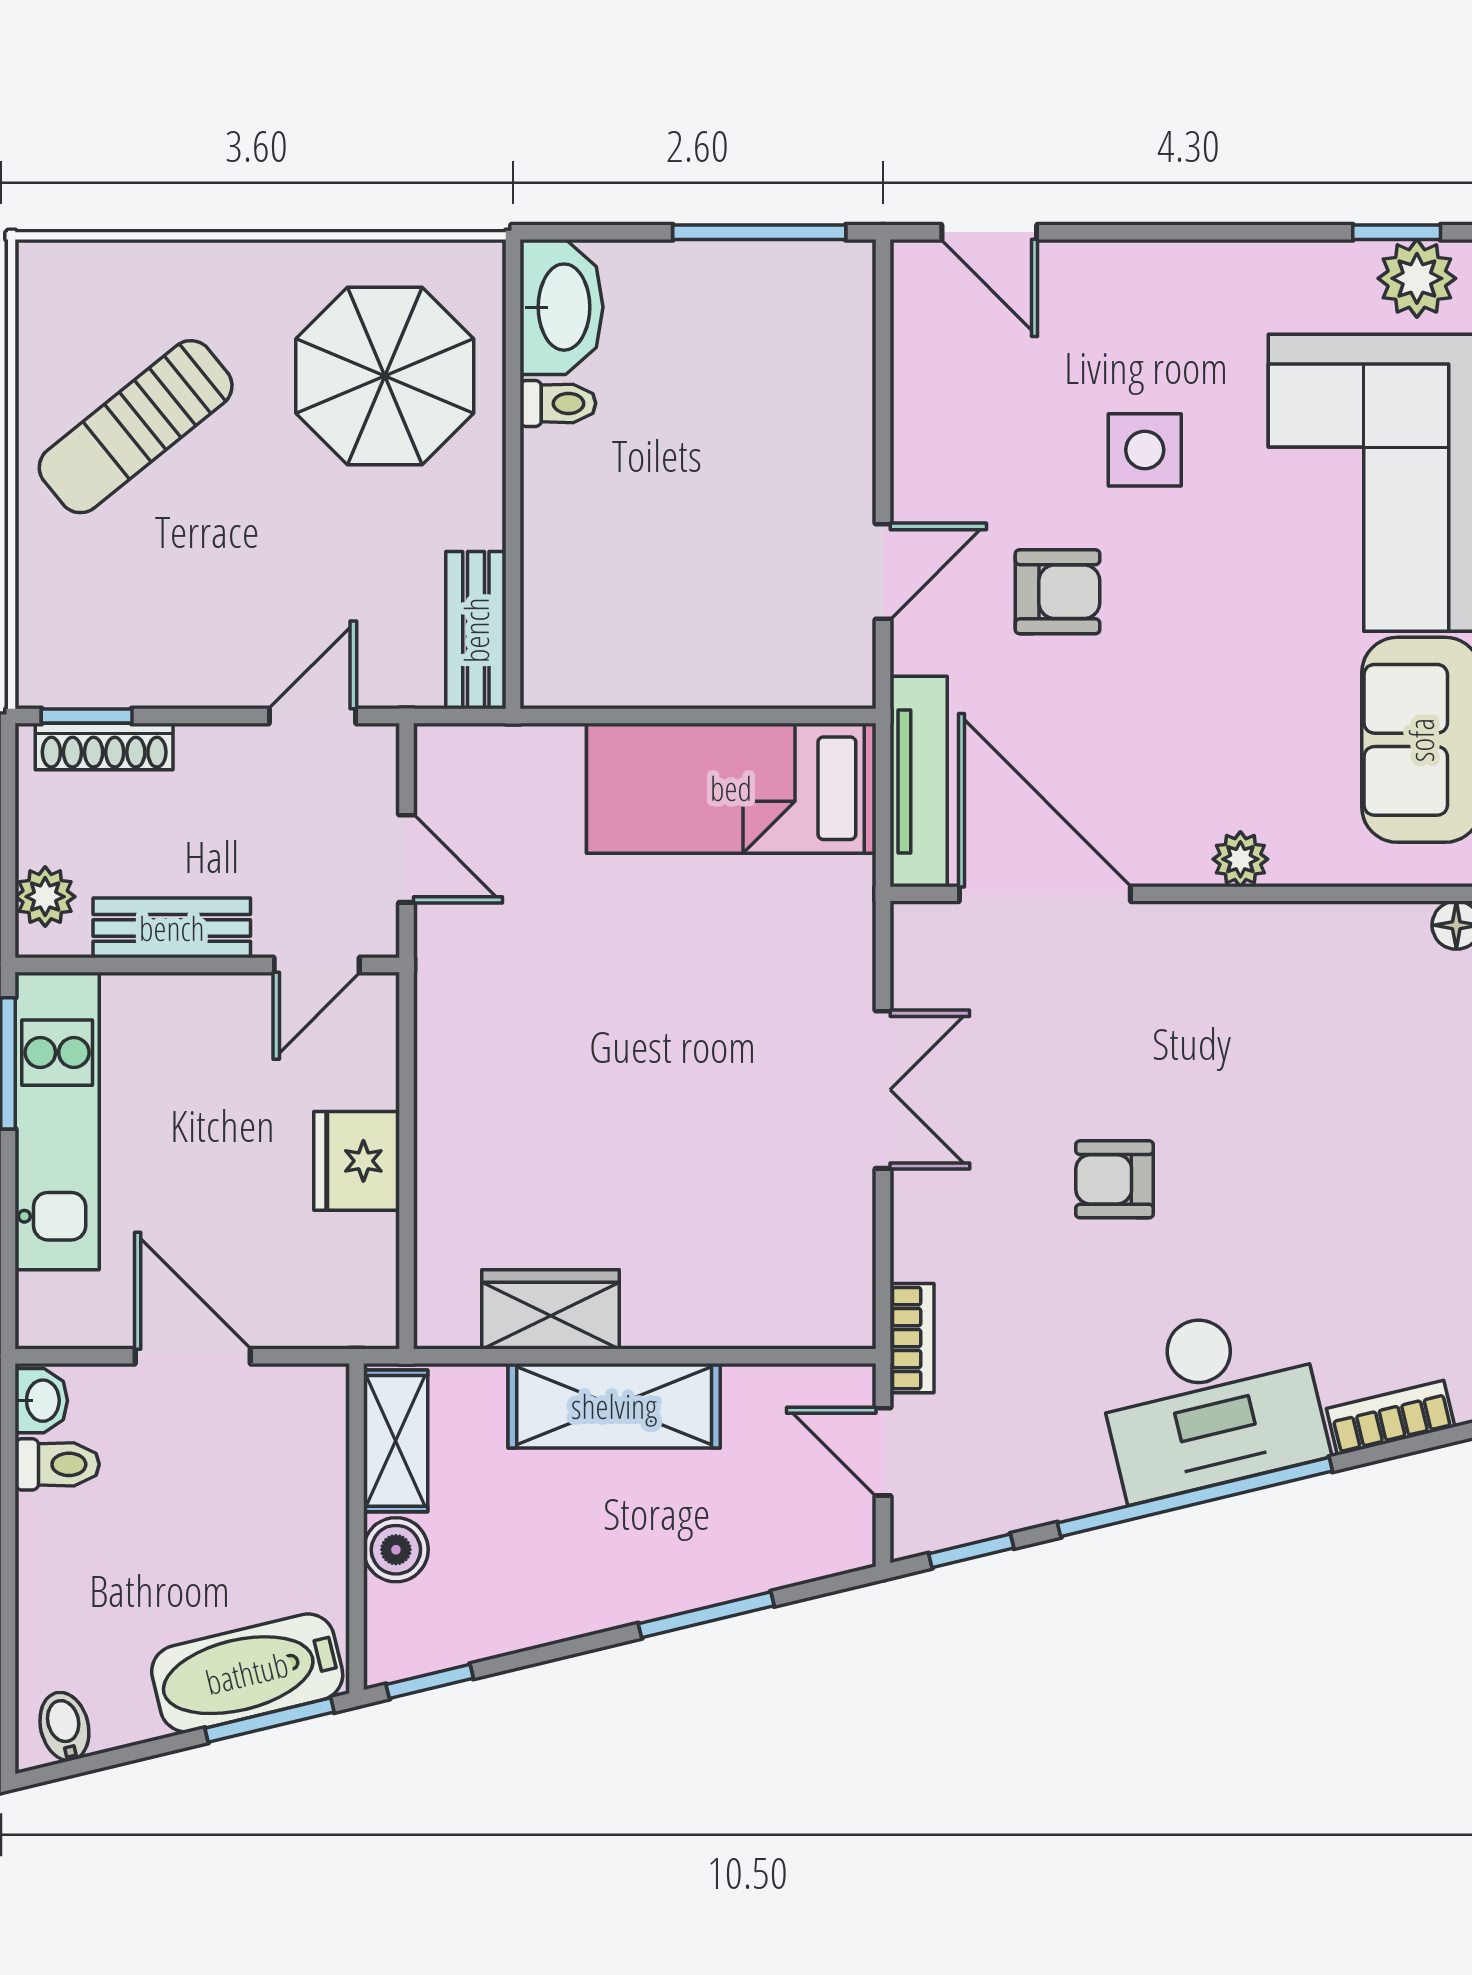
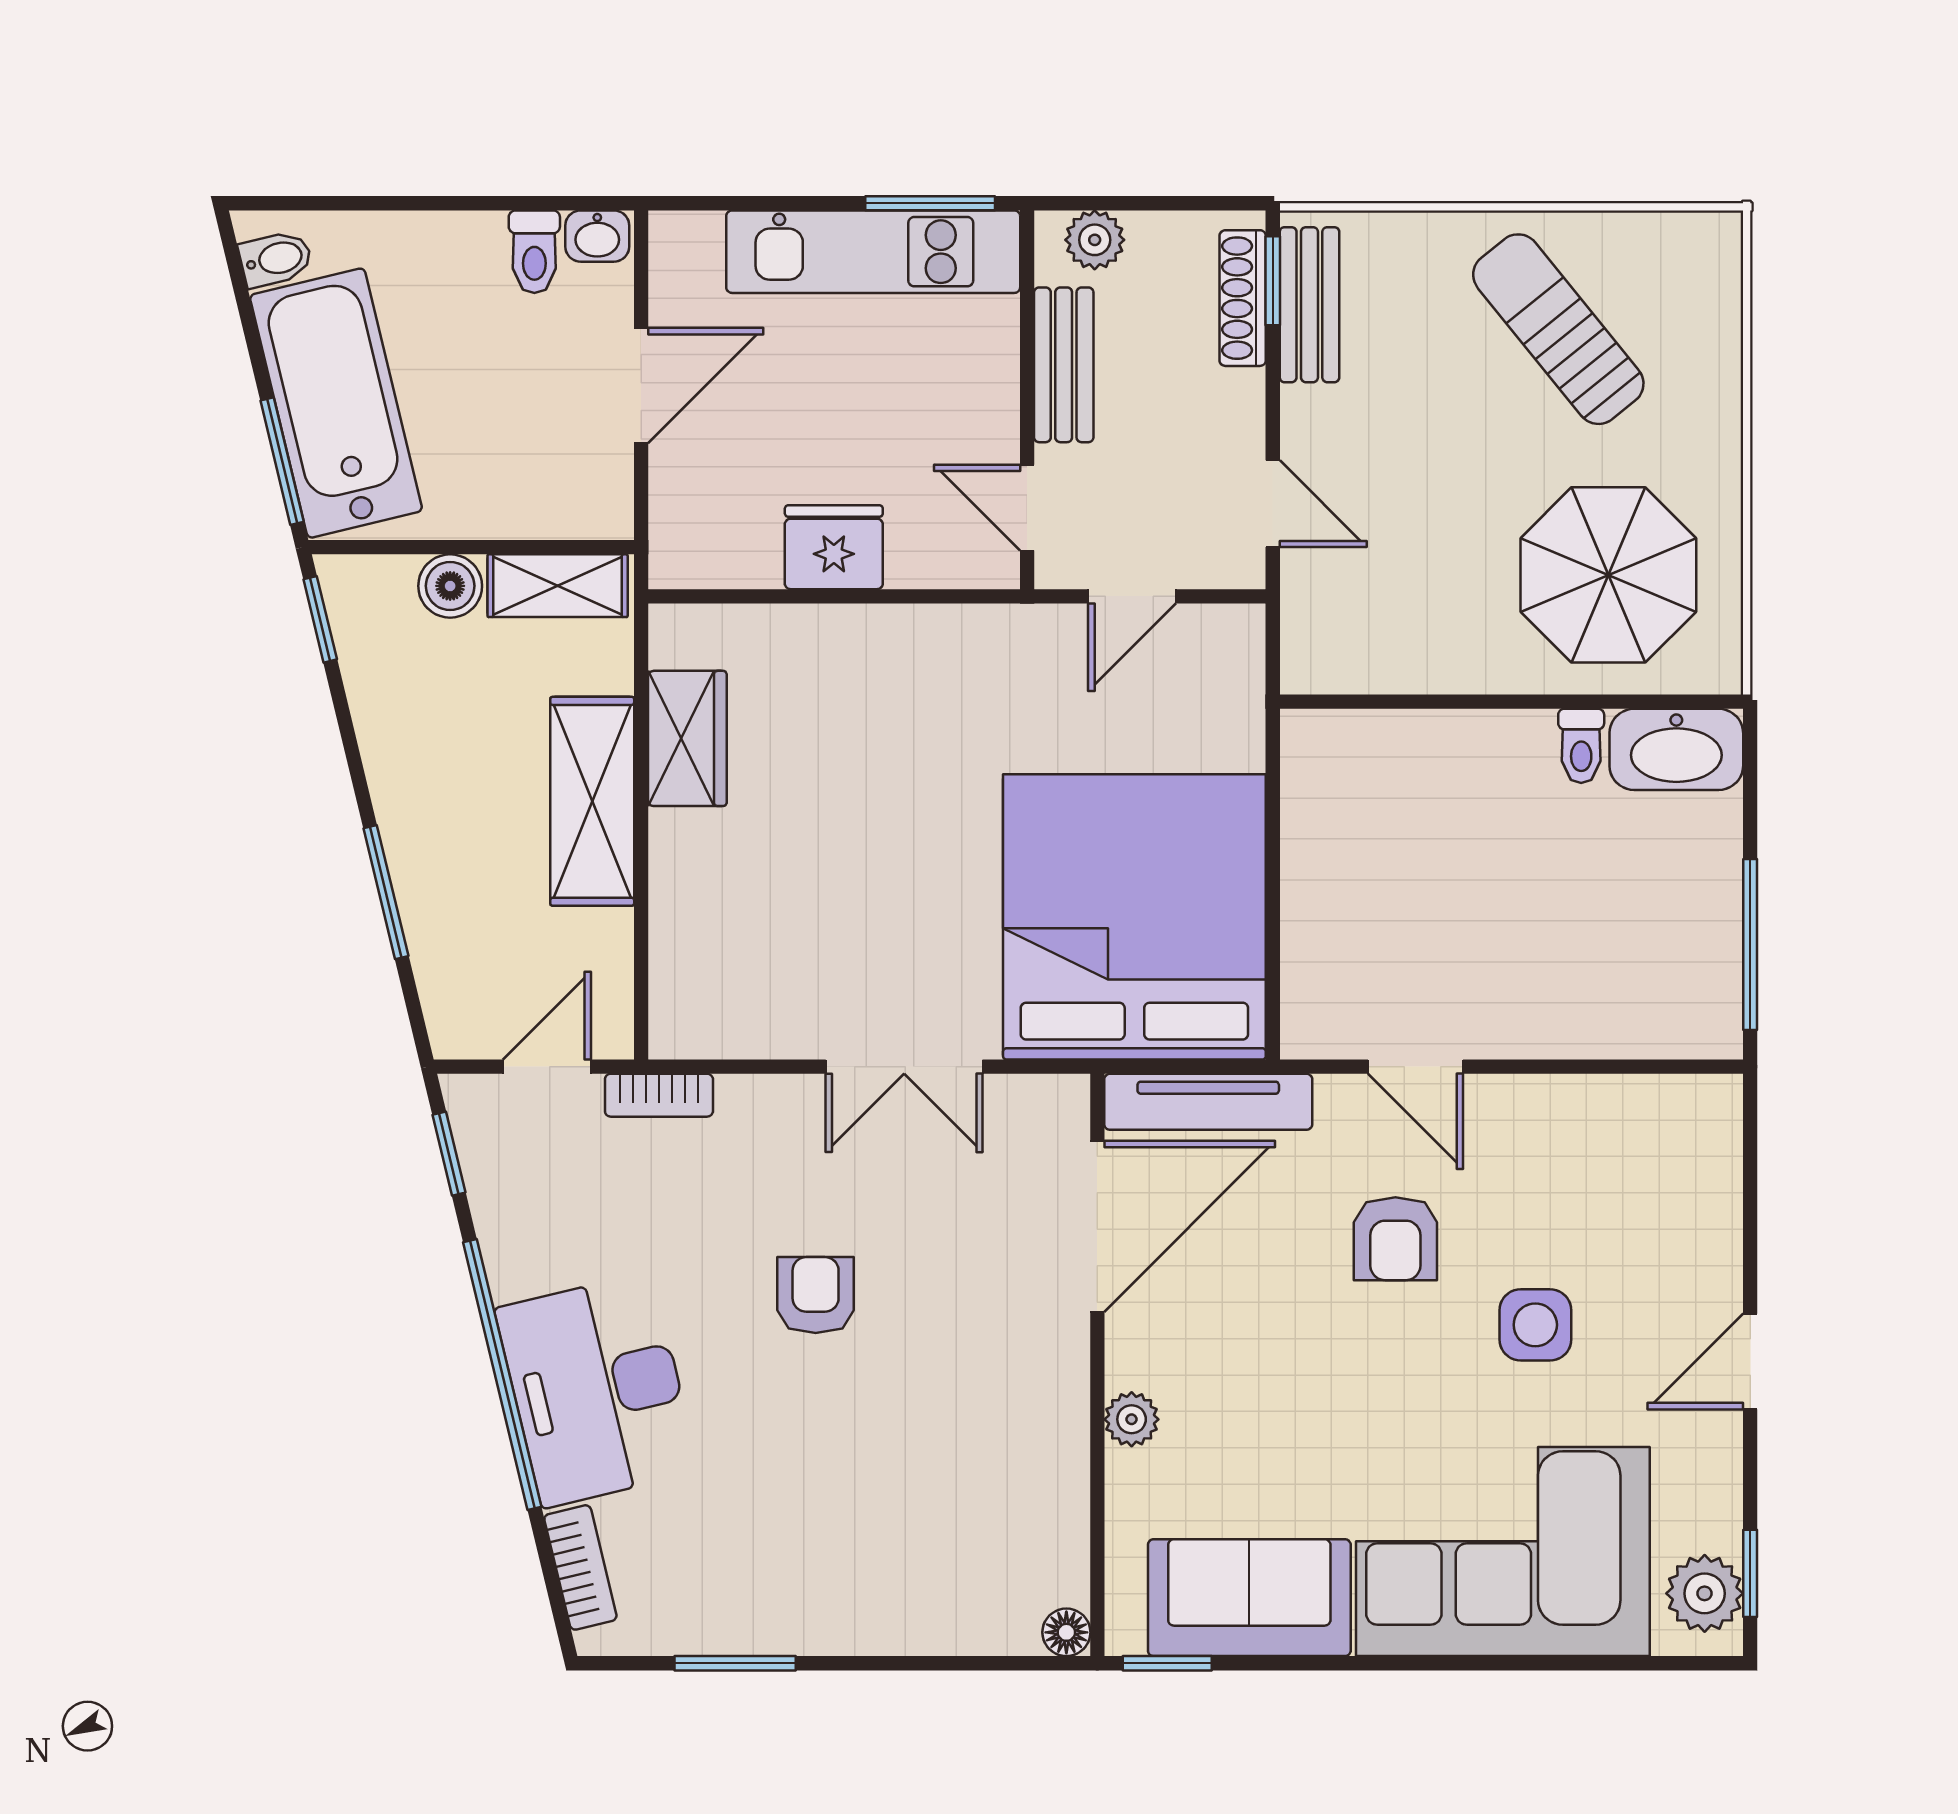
door: (989, 232) -> (1750, 1361), moved
bench: (476, 630) -> (1309, 305), moved, turned 90
bed: (731, 788) -> (1134, 917), width x2.04
bathtub: (247, 1673) -> (336, 403), width x1.36, depth x1.36

